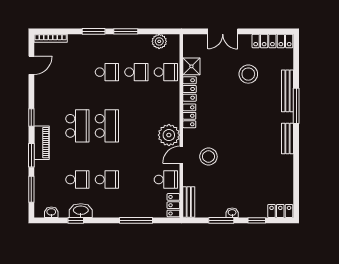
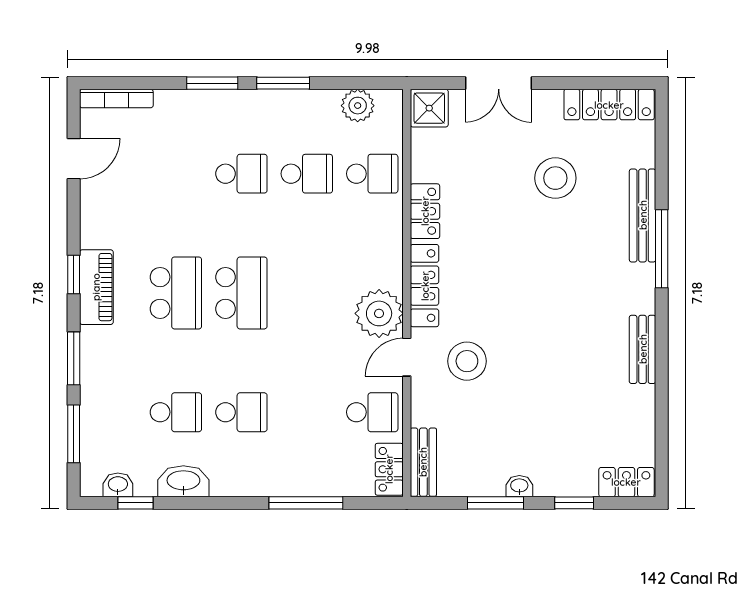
shower: (191, 66) -> (429, 108), moved
locker: (189, 116) -> (425, 286), width x1.53
bench: (288, 139) -> (643, 349), moved
piano: (42, 143) -> (96, 287), moved
window: (76, 220) -> (135, 503), moved

